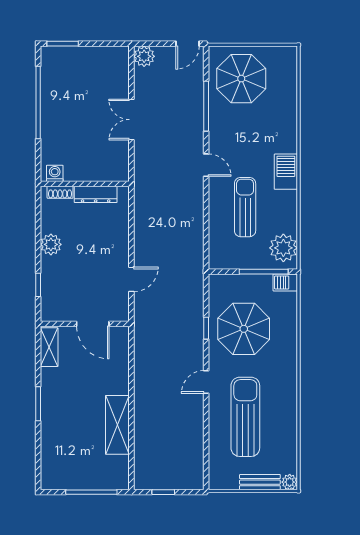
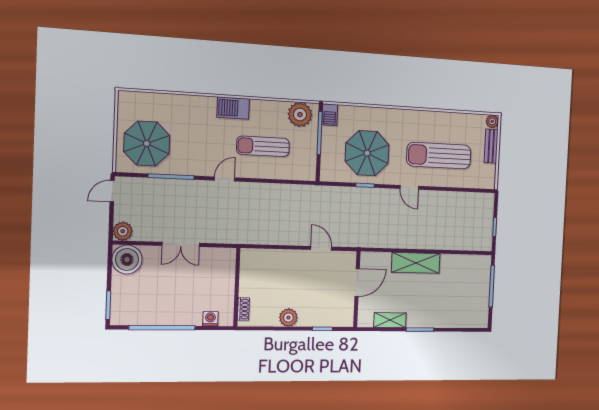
door: (188, 44) -> (112, 191), swing flipped
boiler: (113, 62) -> (127, 259), added
washing machine: (55, 173) -> (210, 319), moved, turned 90
dresser: (96, 194) -> (246, 278), removed
shelving: (49, 347) -> (390, 320), moved
shelving: (117, 425) -> (416, 263), moved

